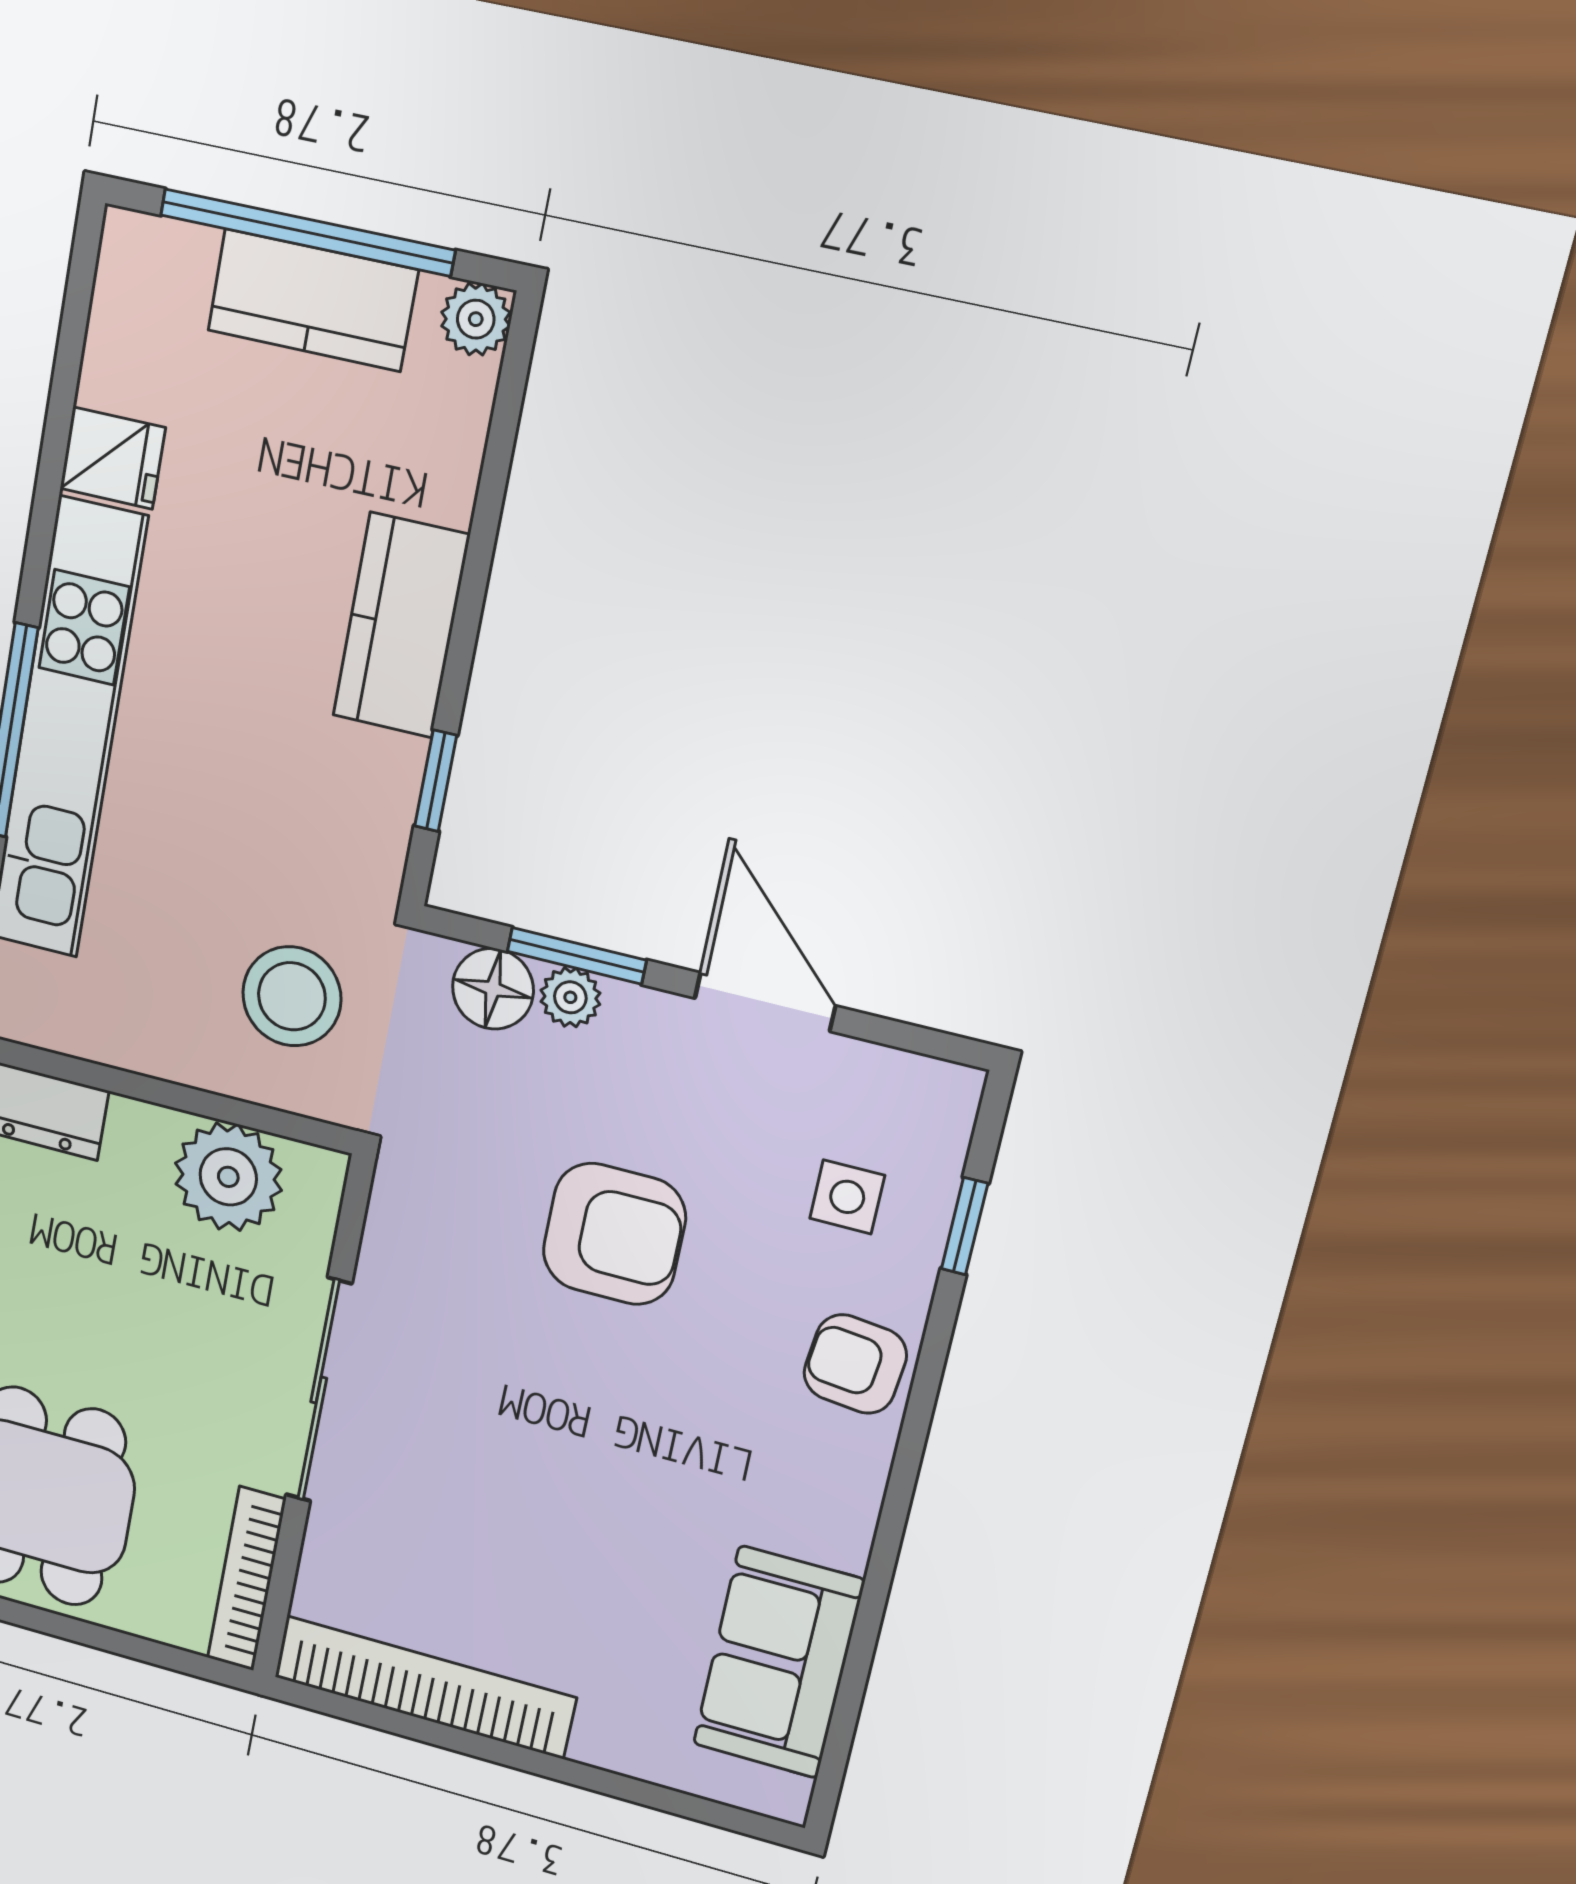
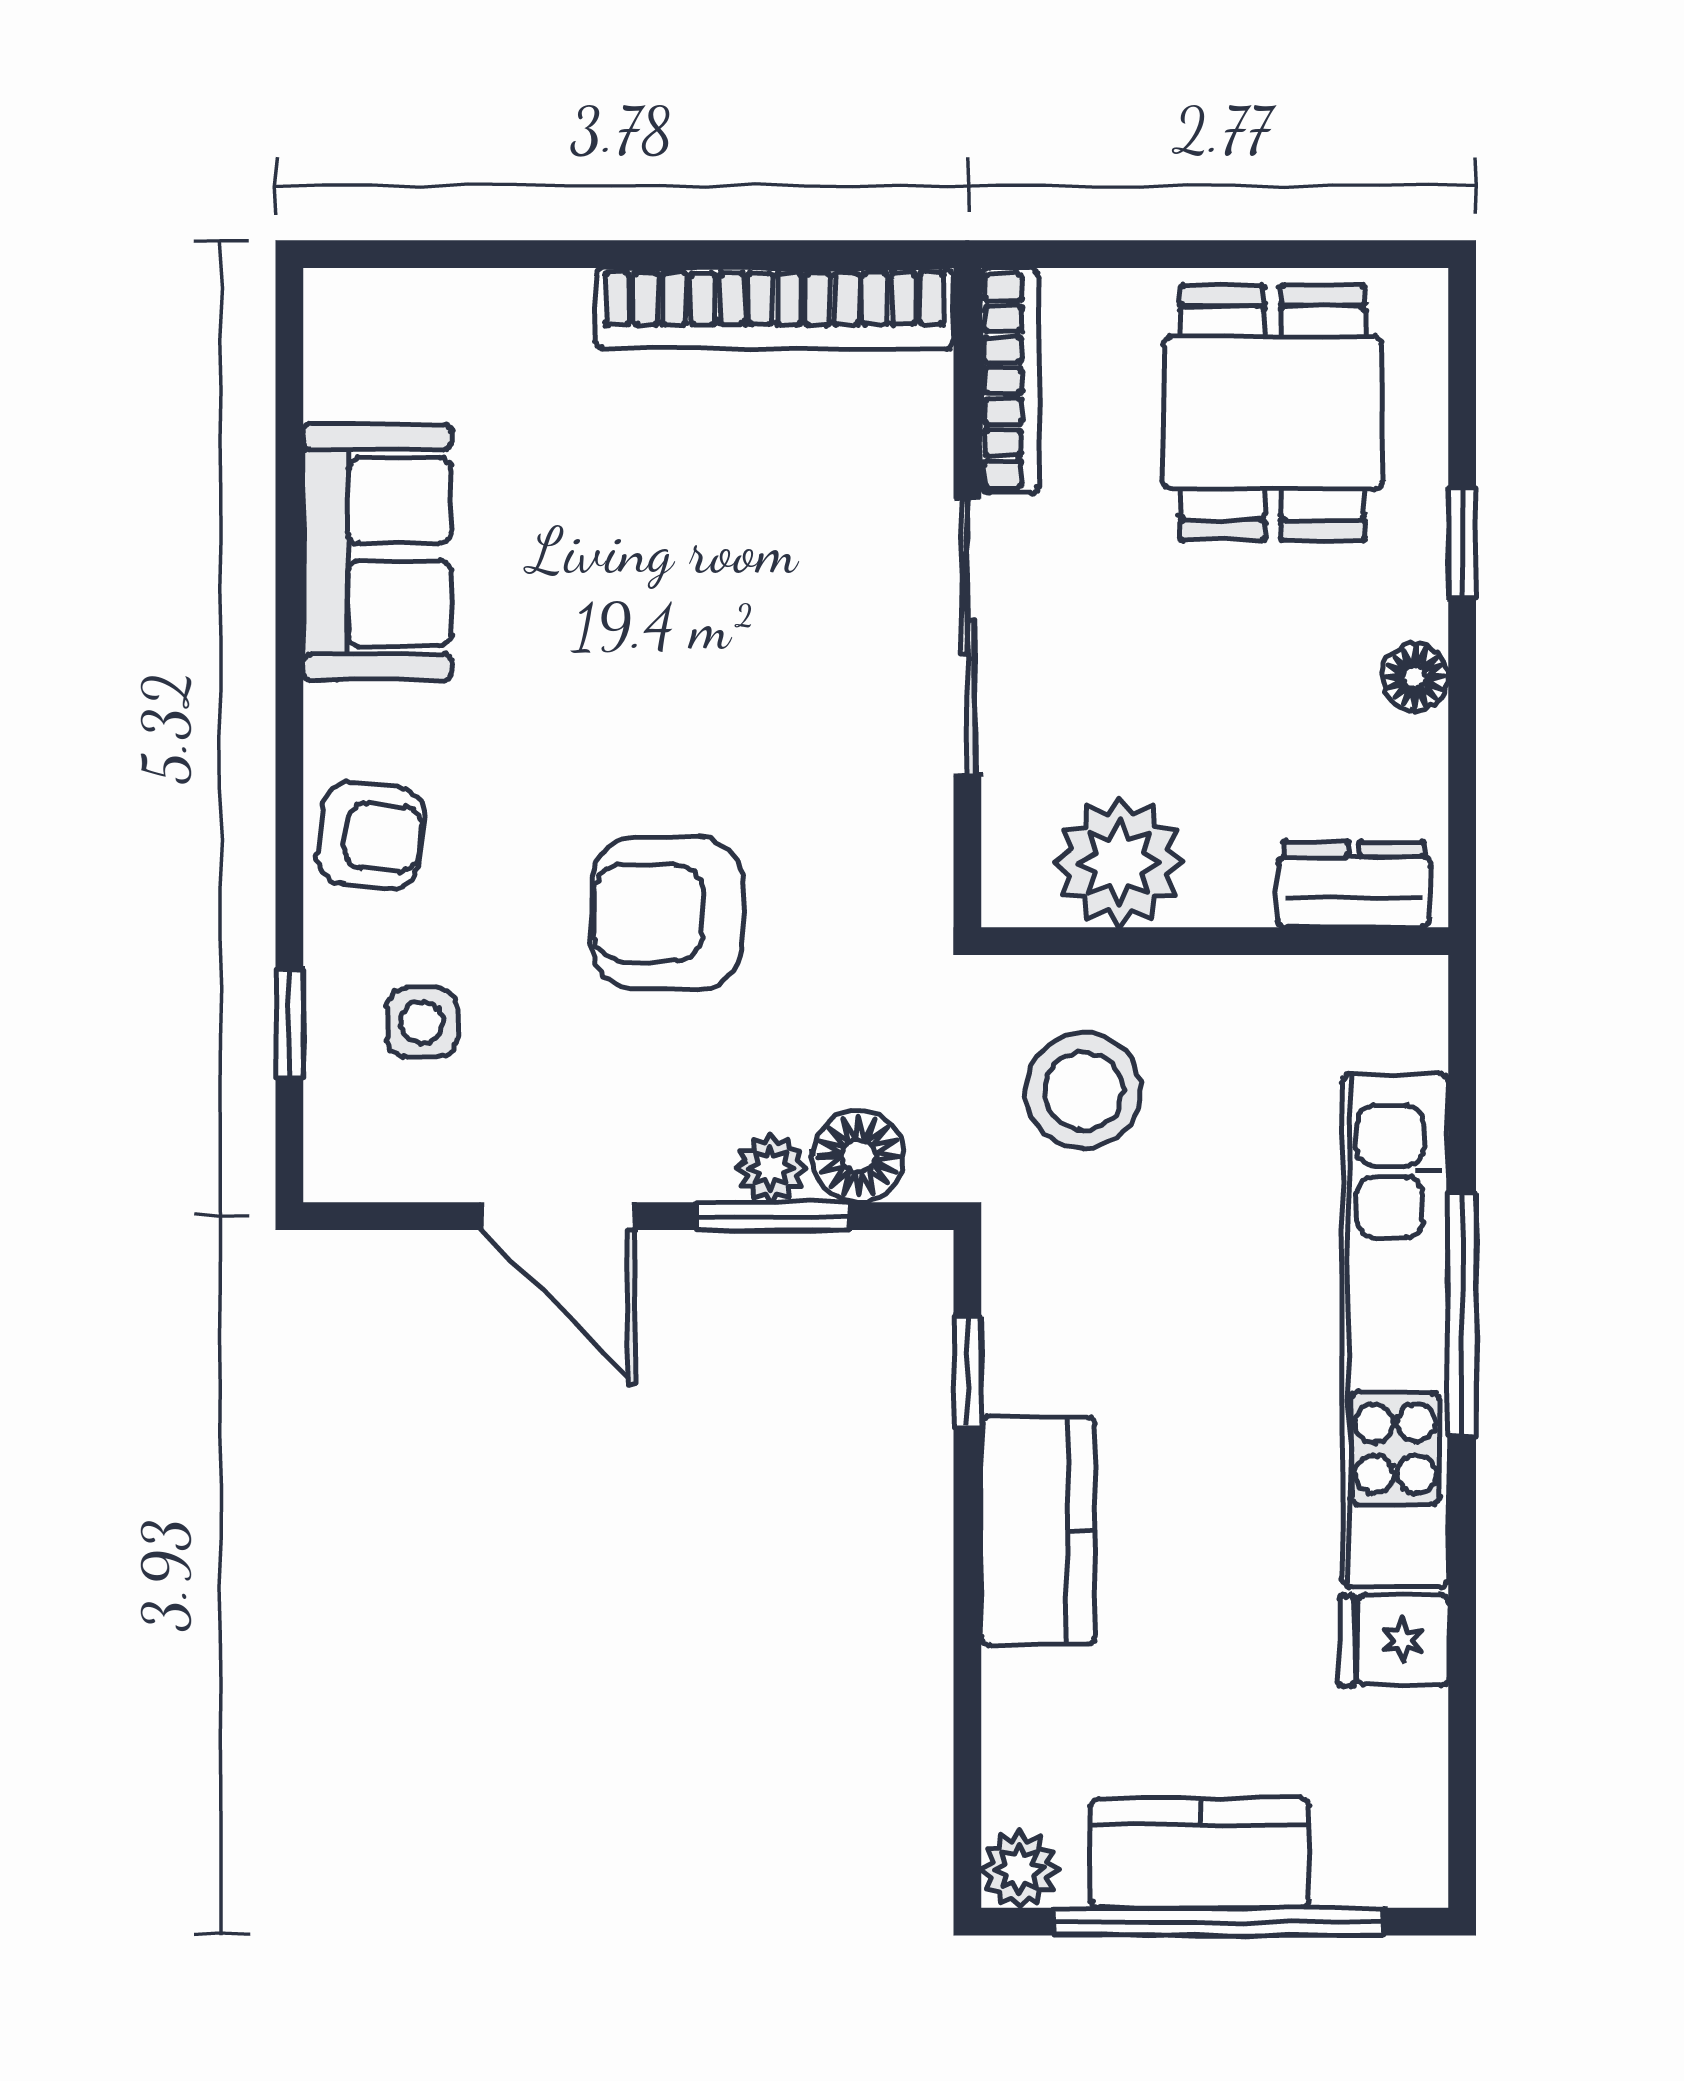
sofa: (778, 1662) -> (377, 552), moved

